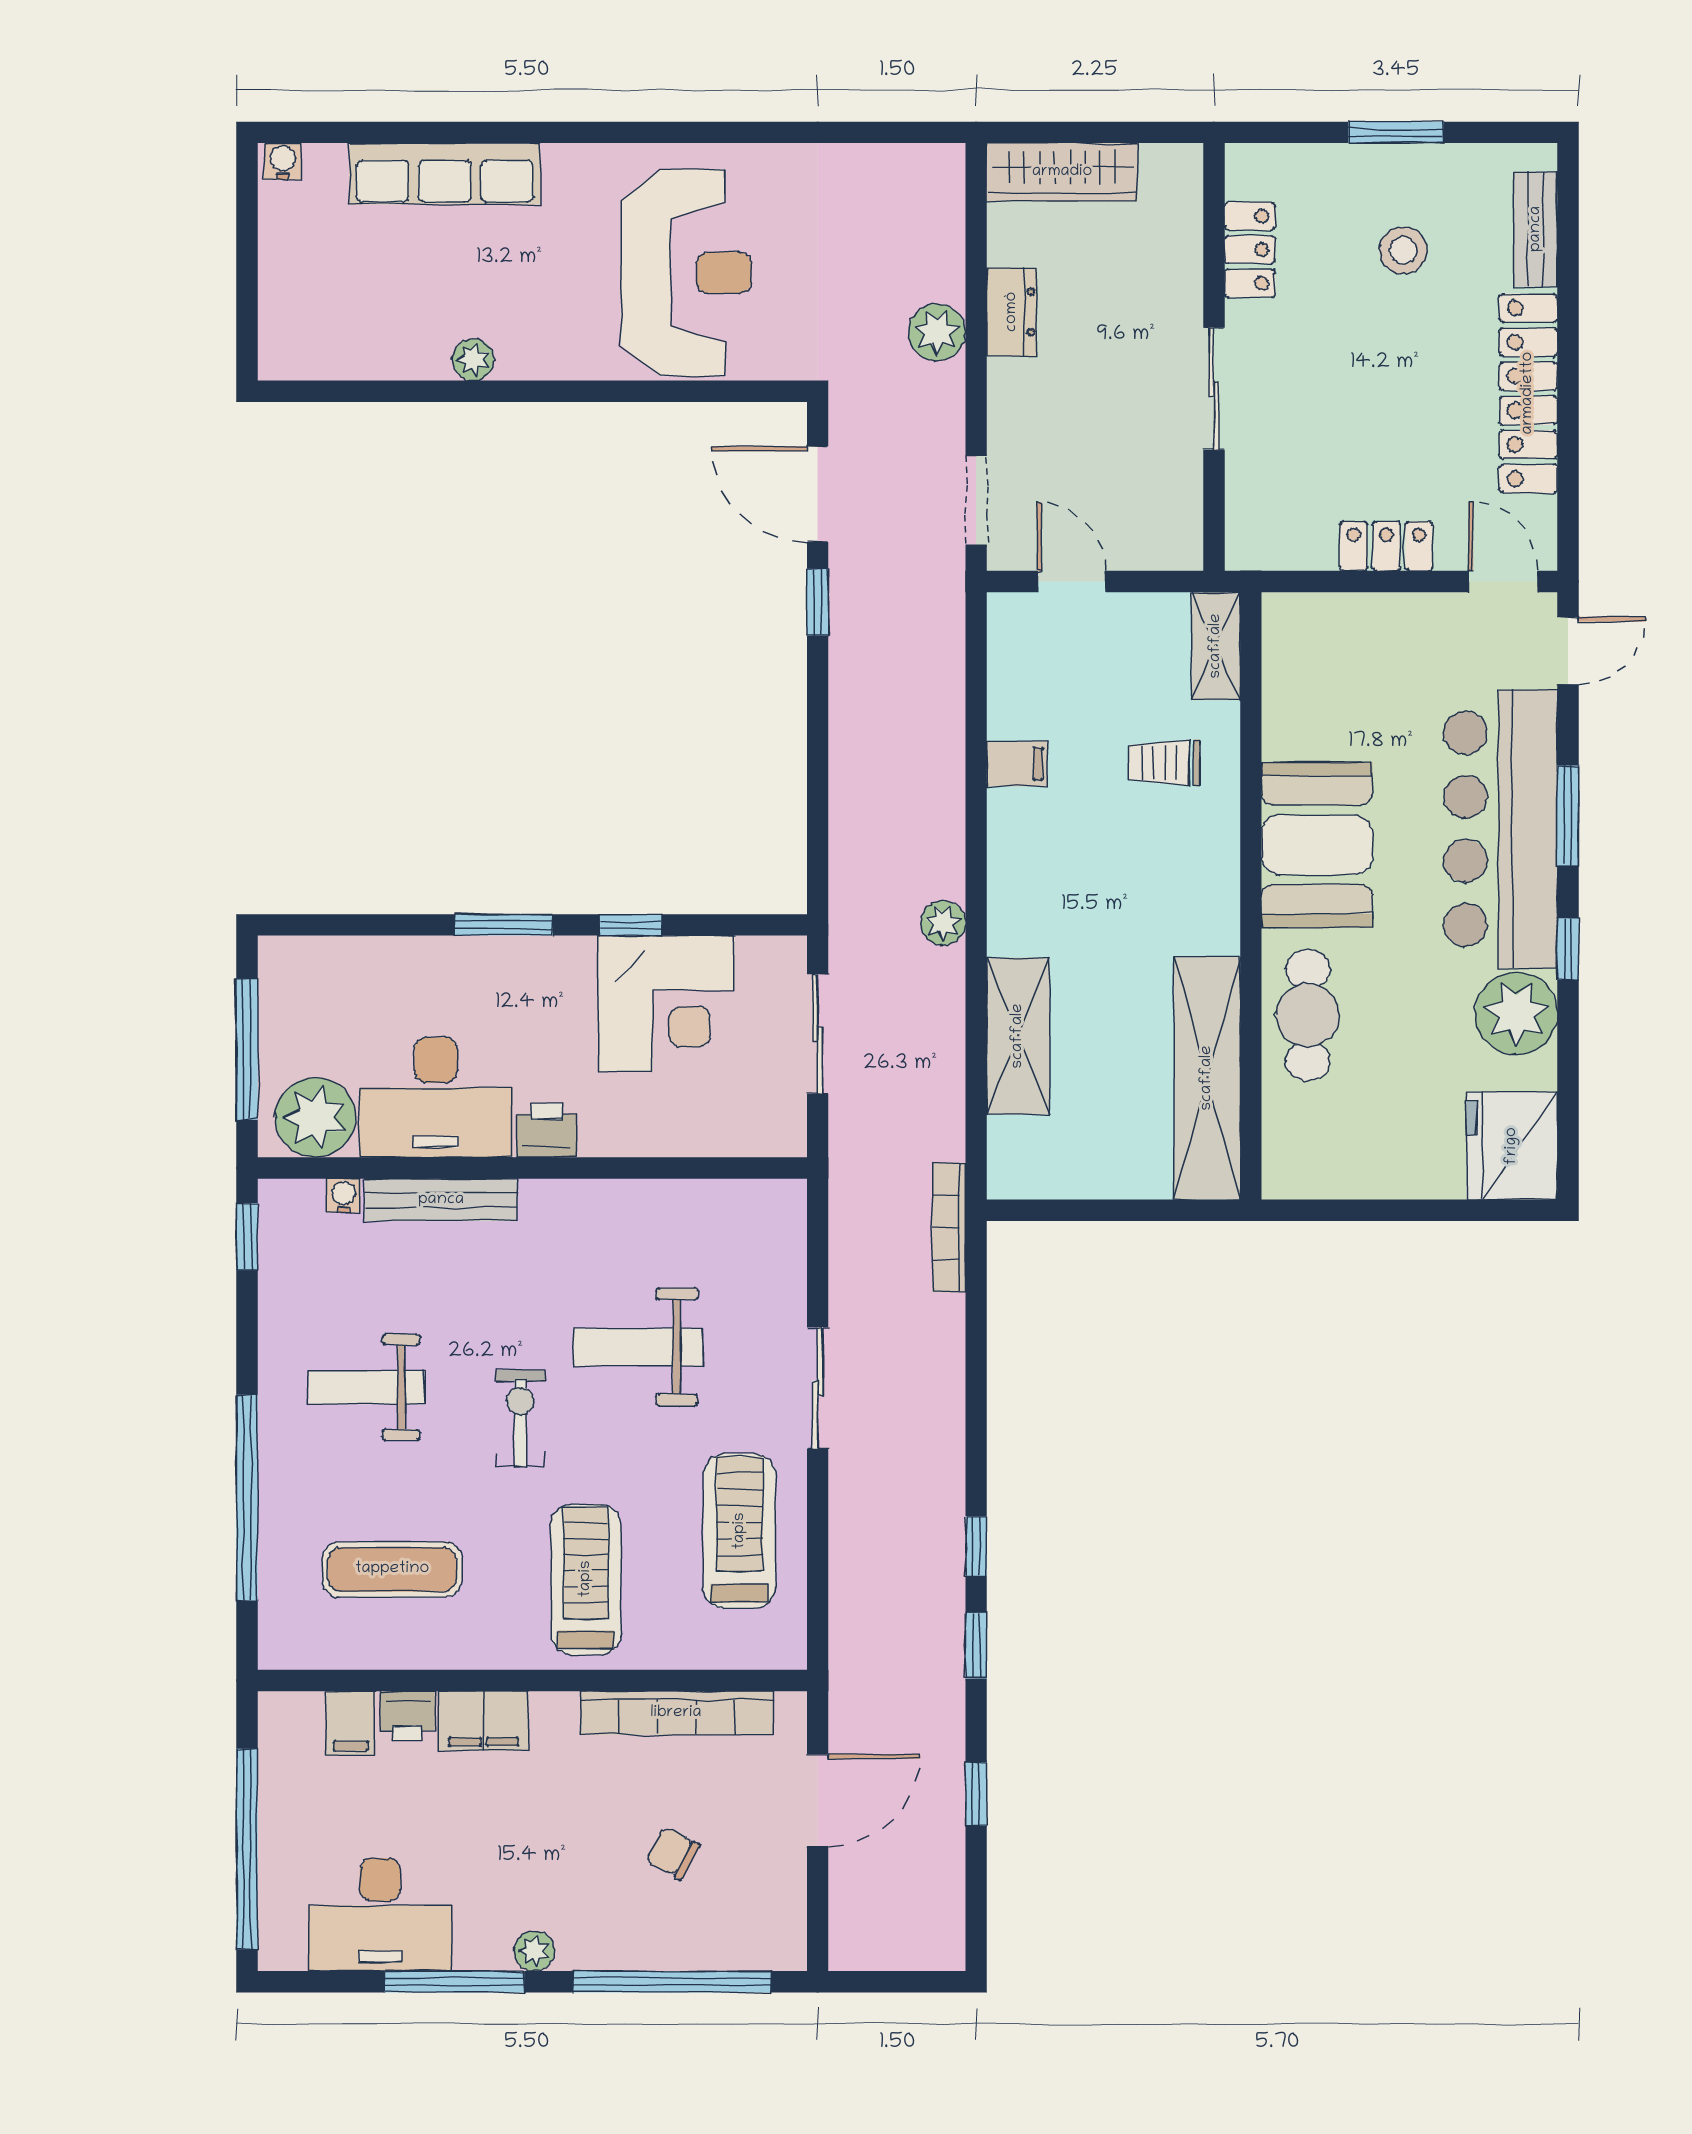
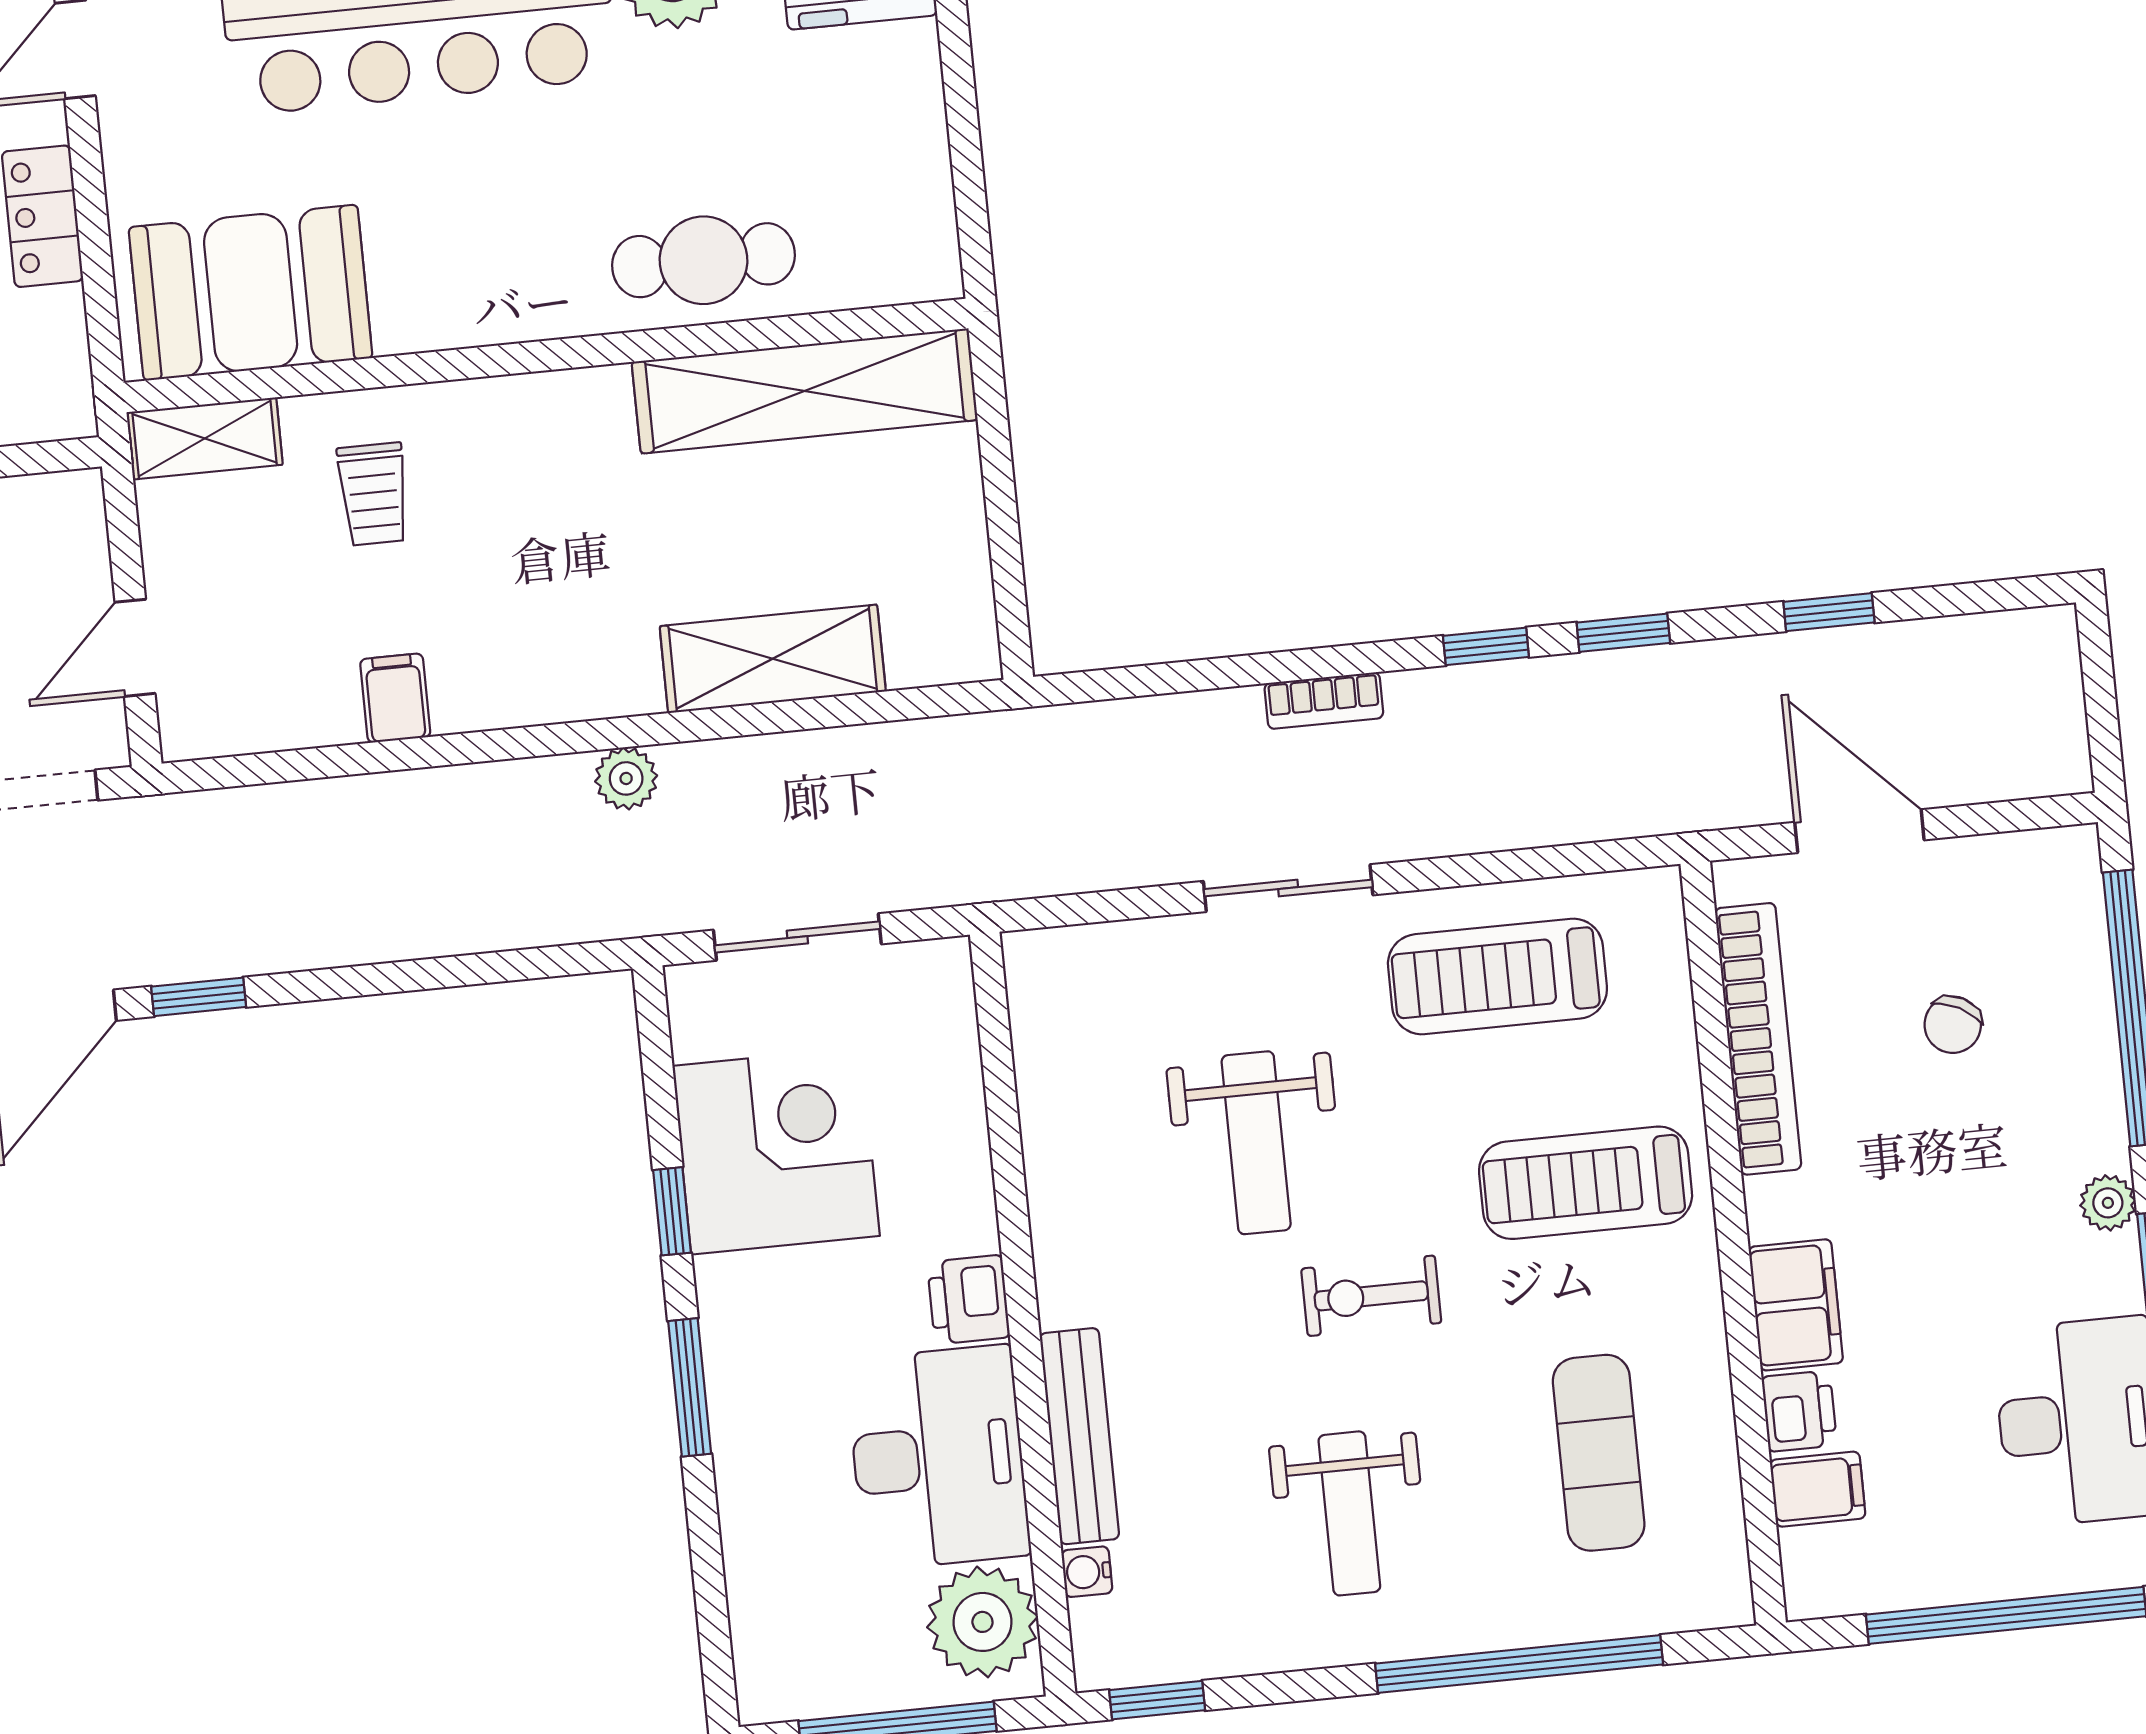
booth: (1317, 845) -> (251, 293), moved
bookcase: (949, 1227) -> (1324, 701), moved, width x0.64

